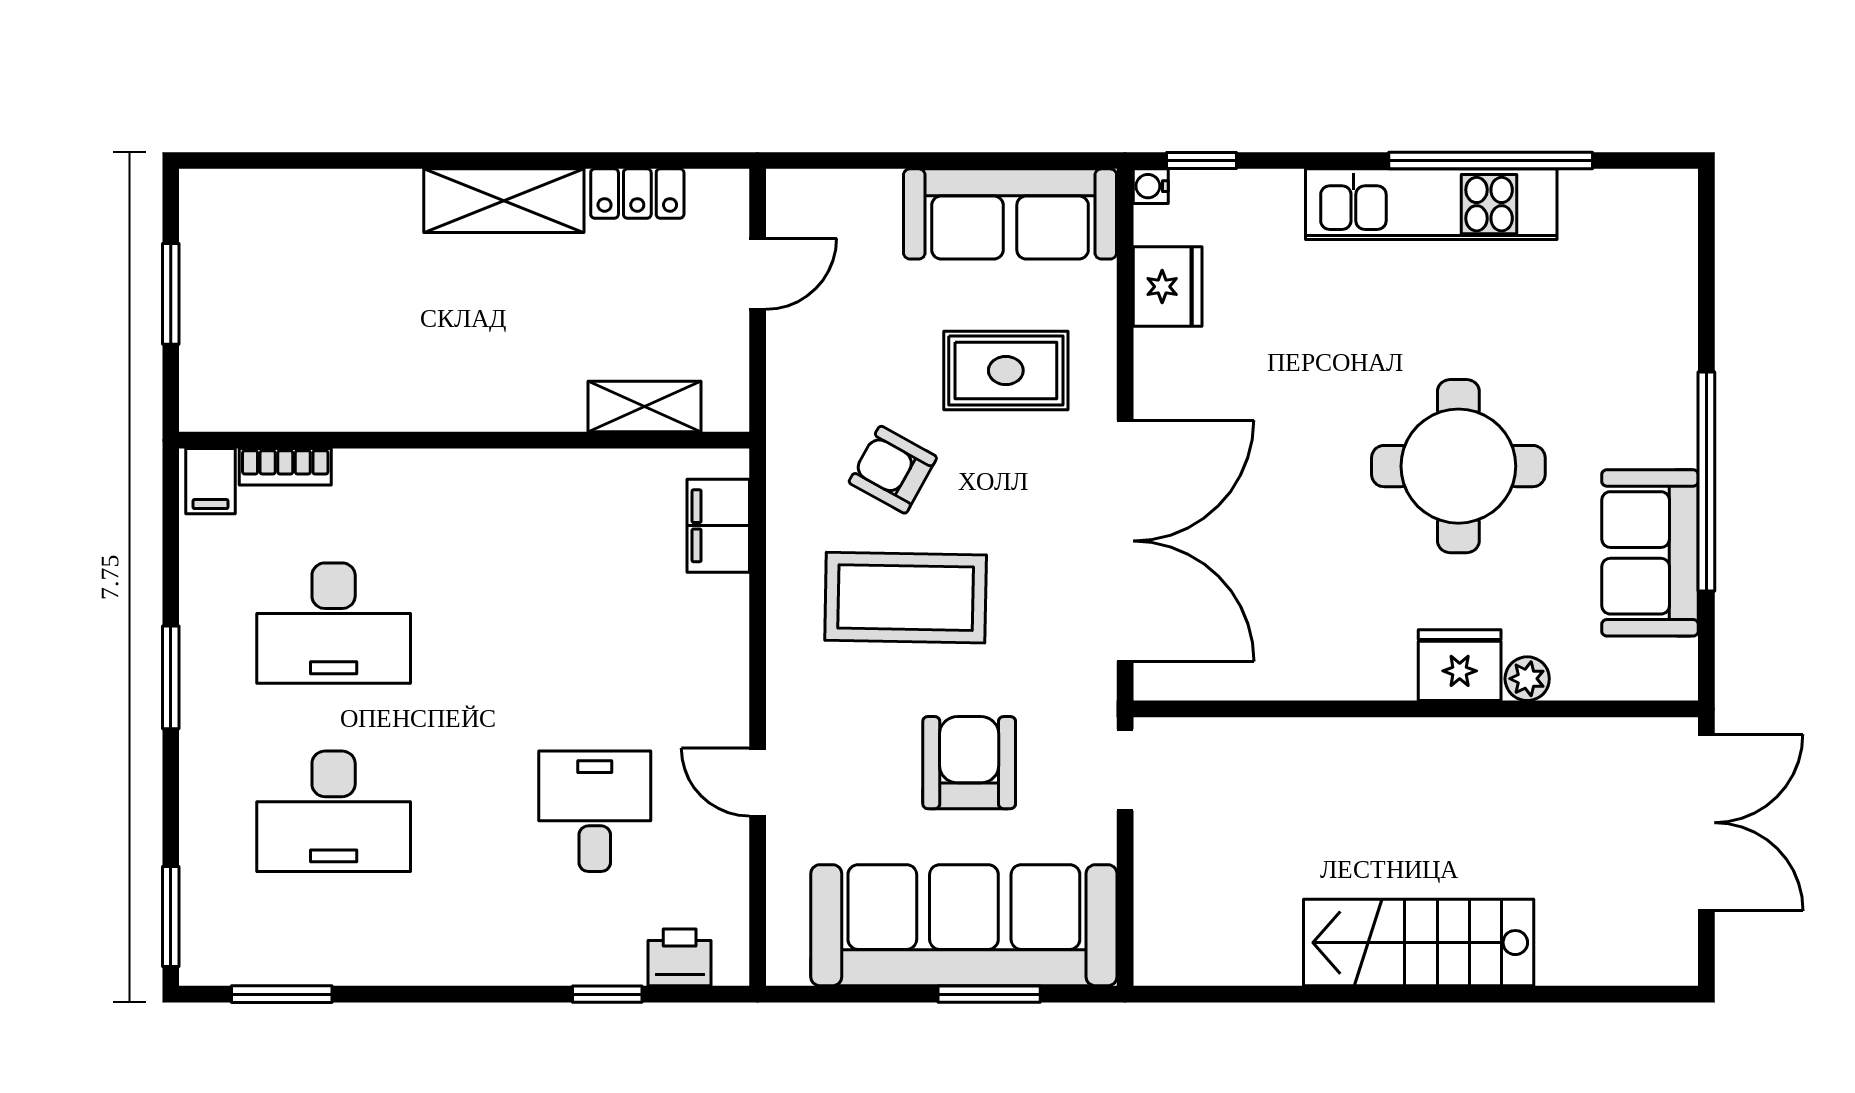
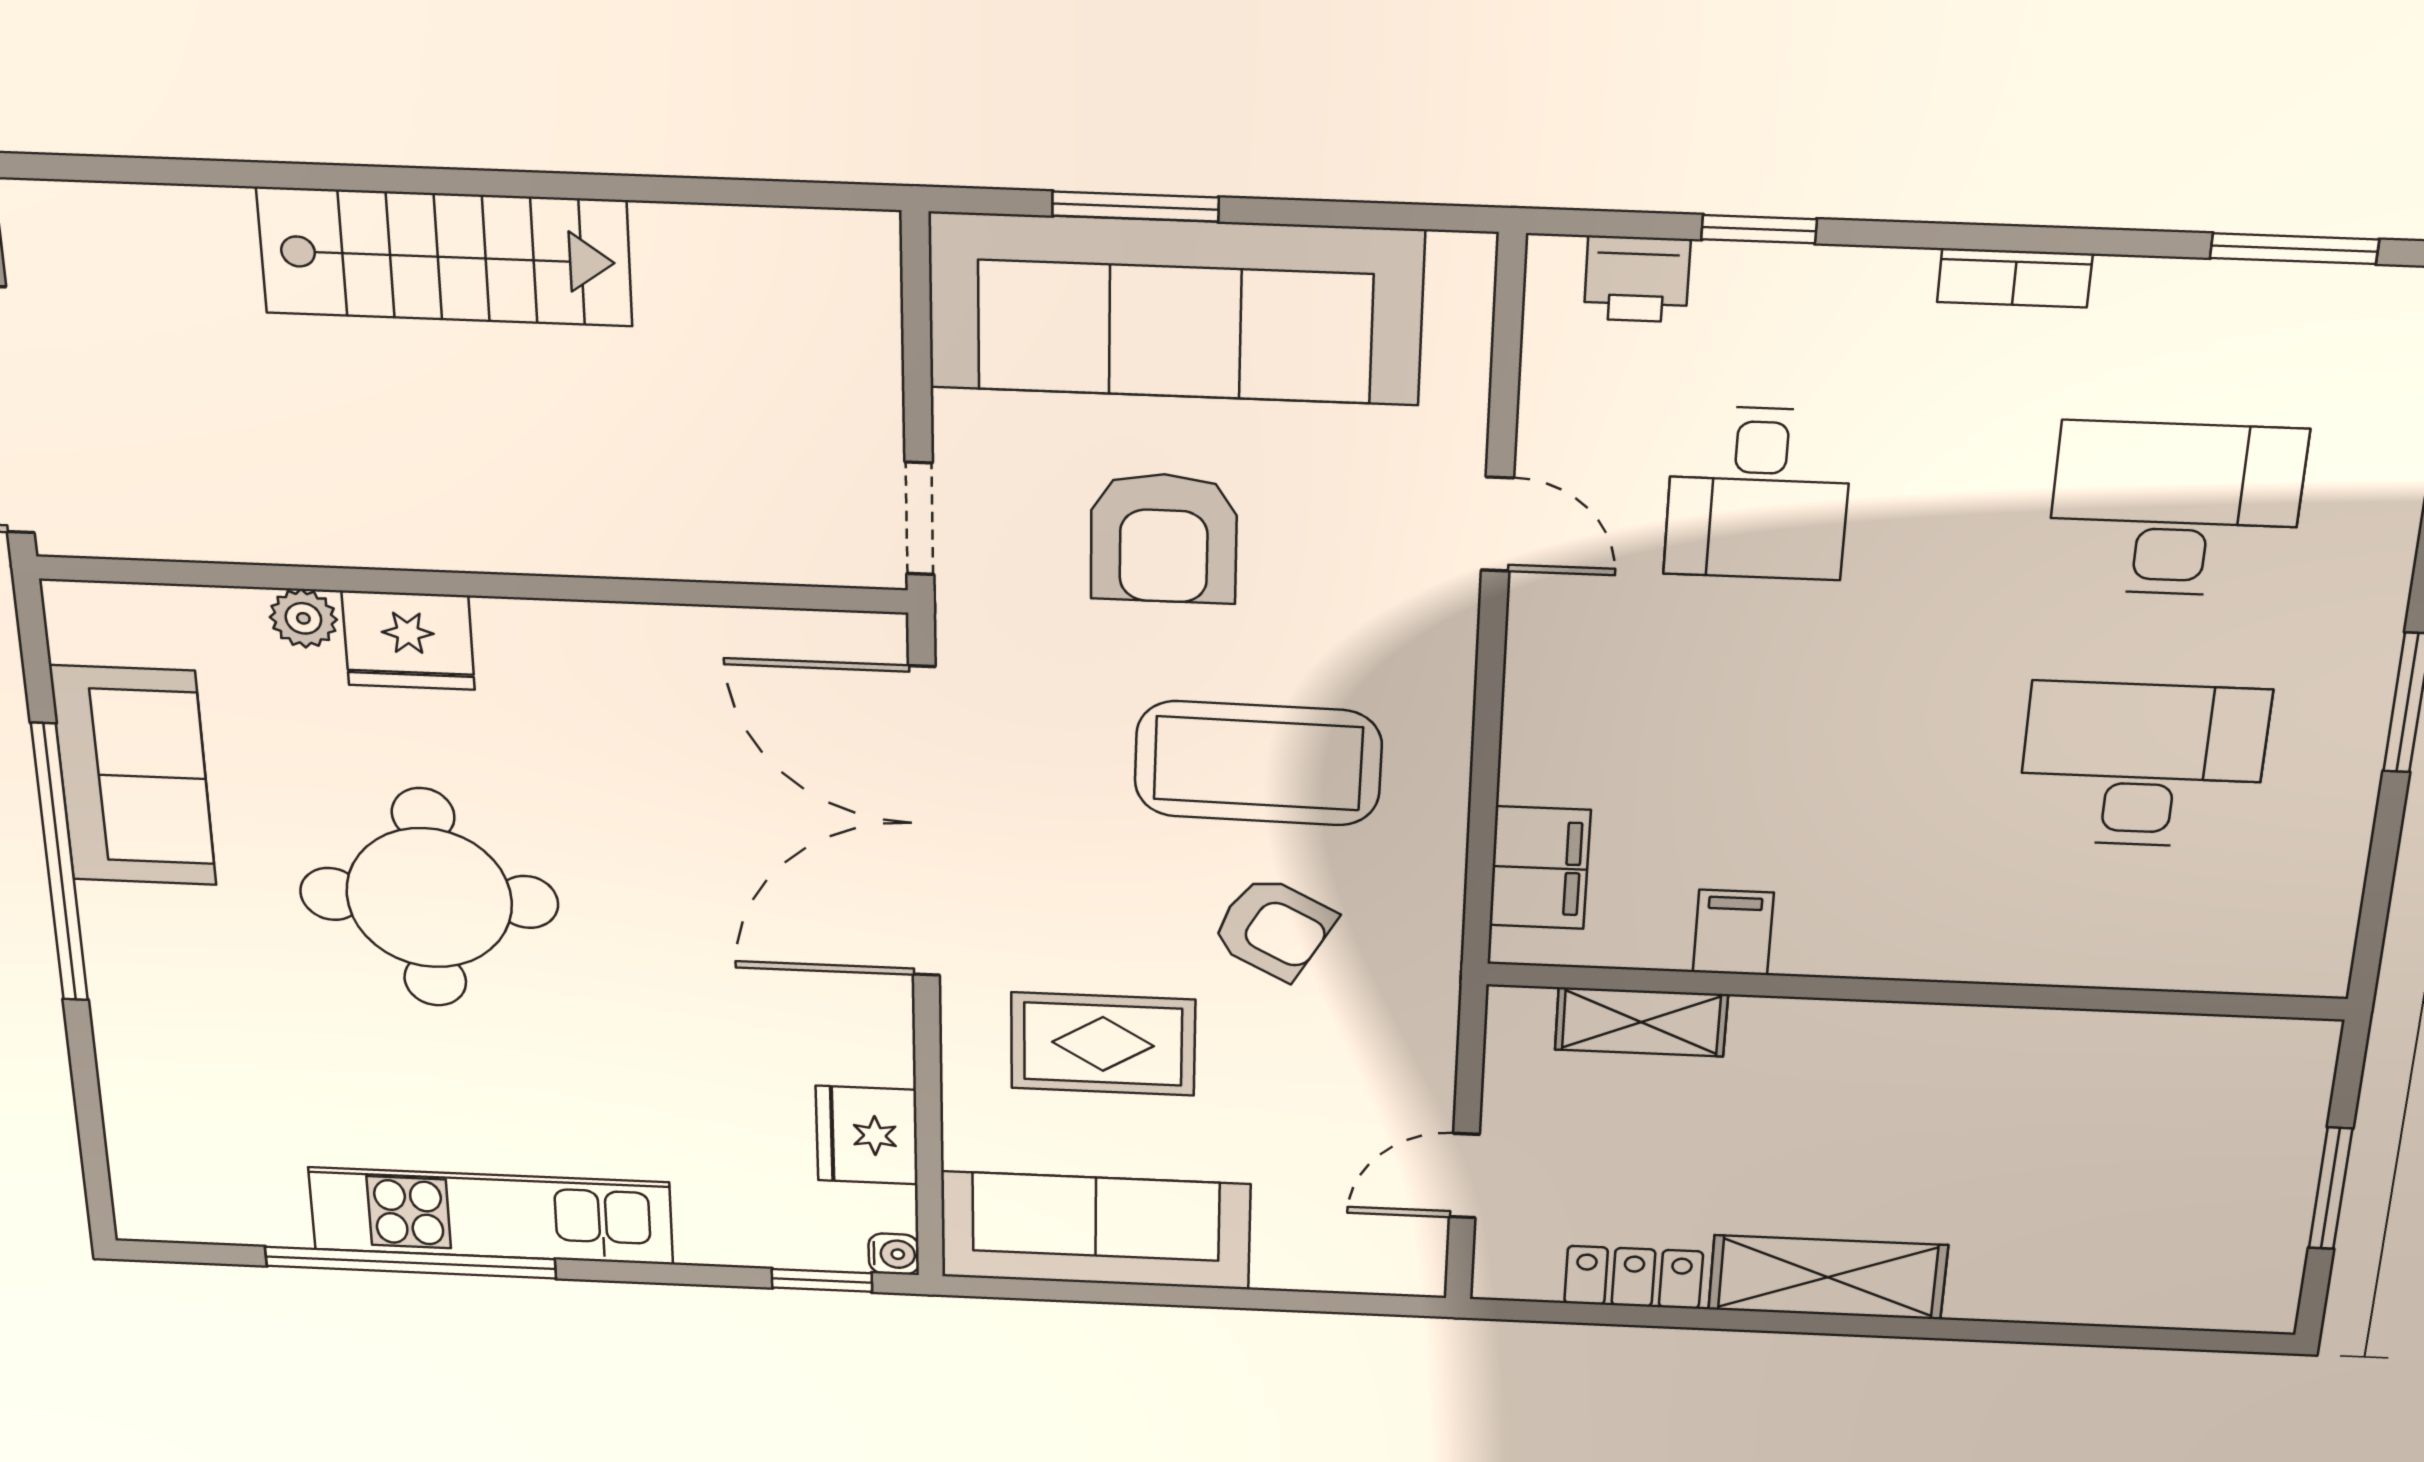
bookcase: (285, 467) -> (2015, 278), moved, turned 180
filing cabinet: (211, 481) -> (1733, 932), moved

